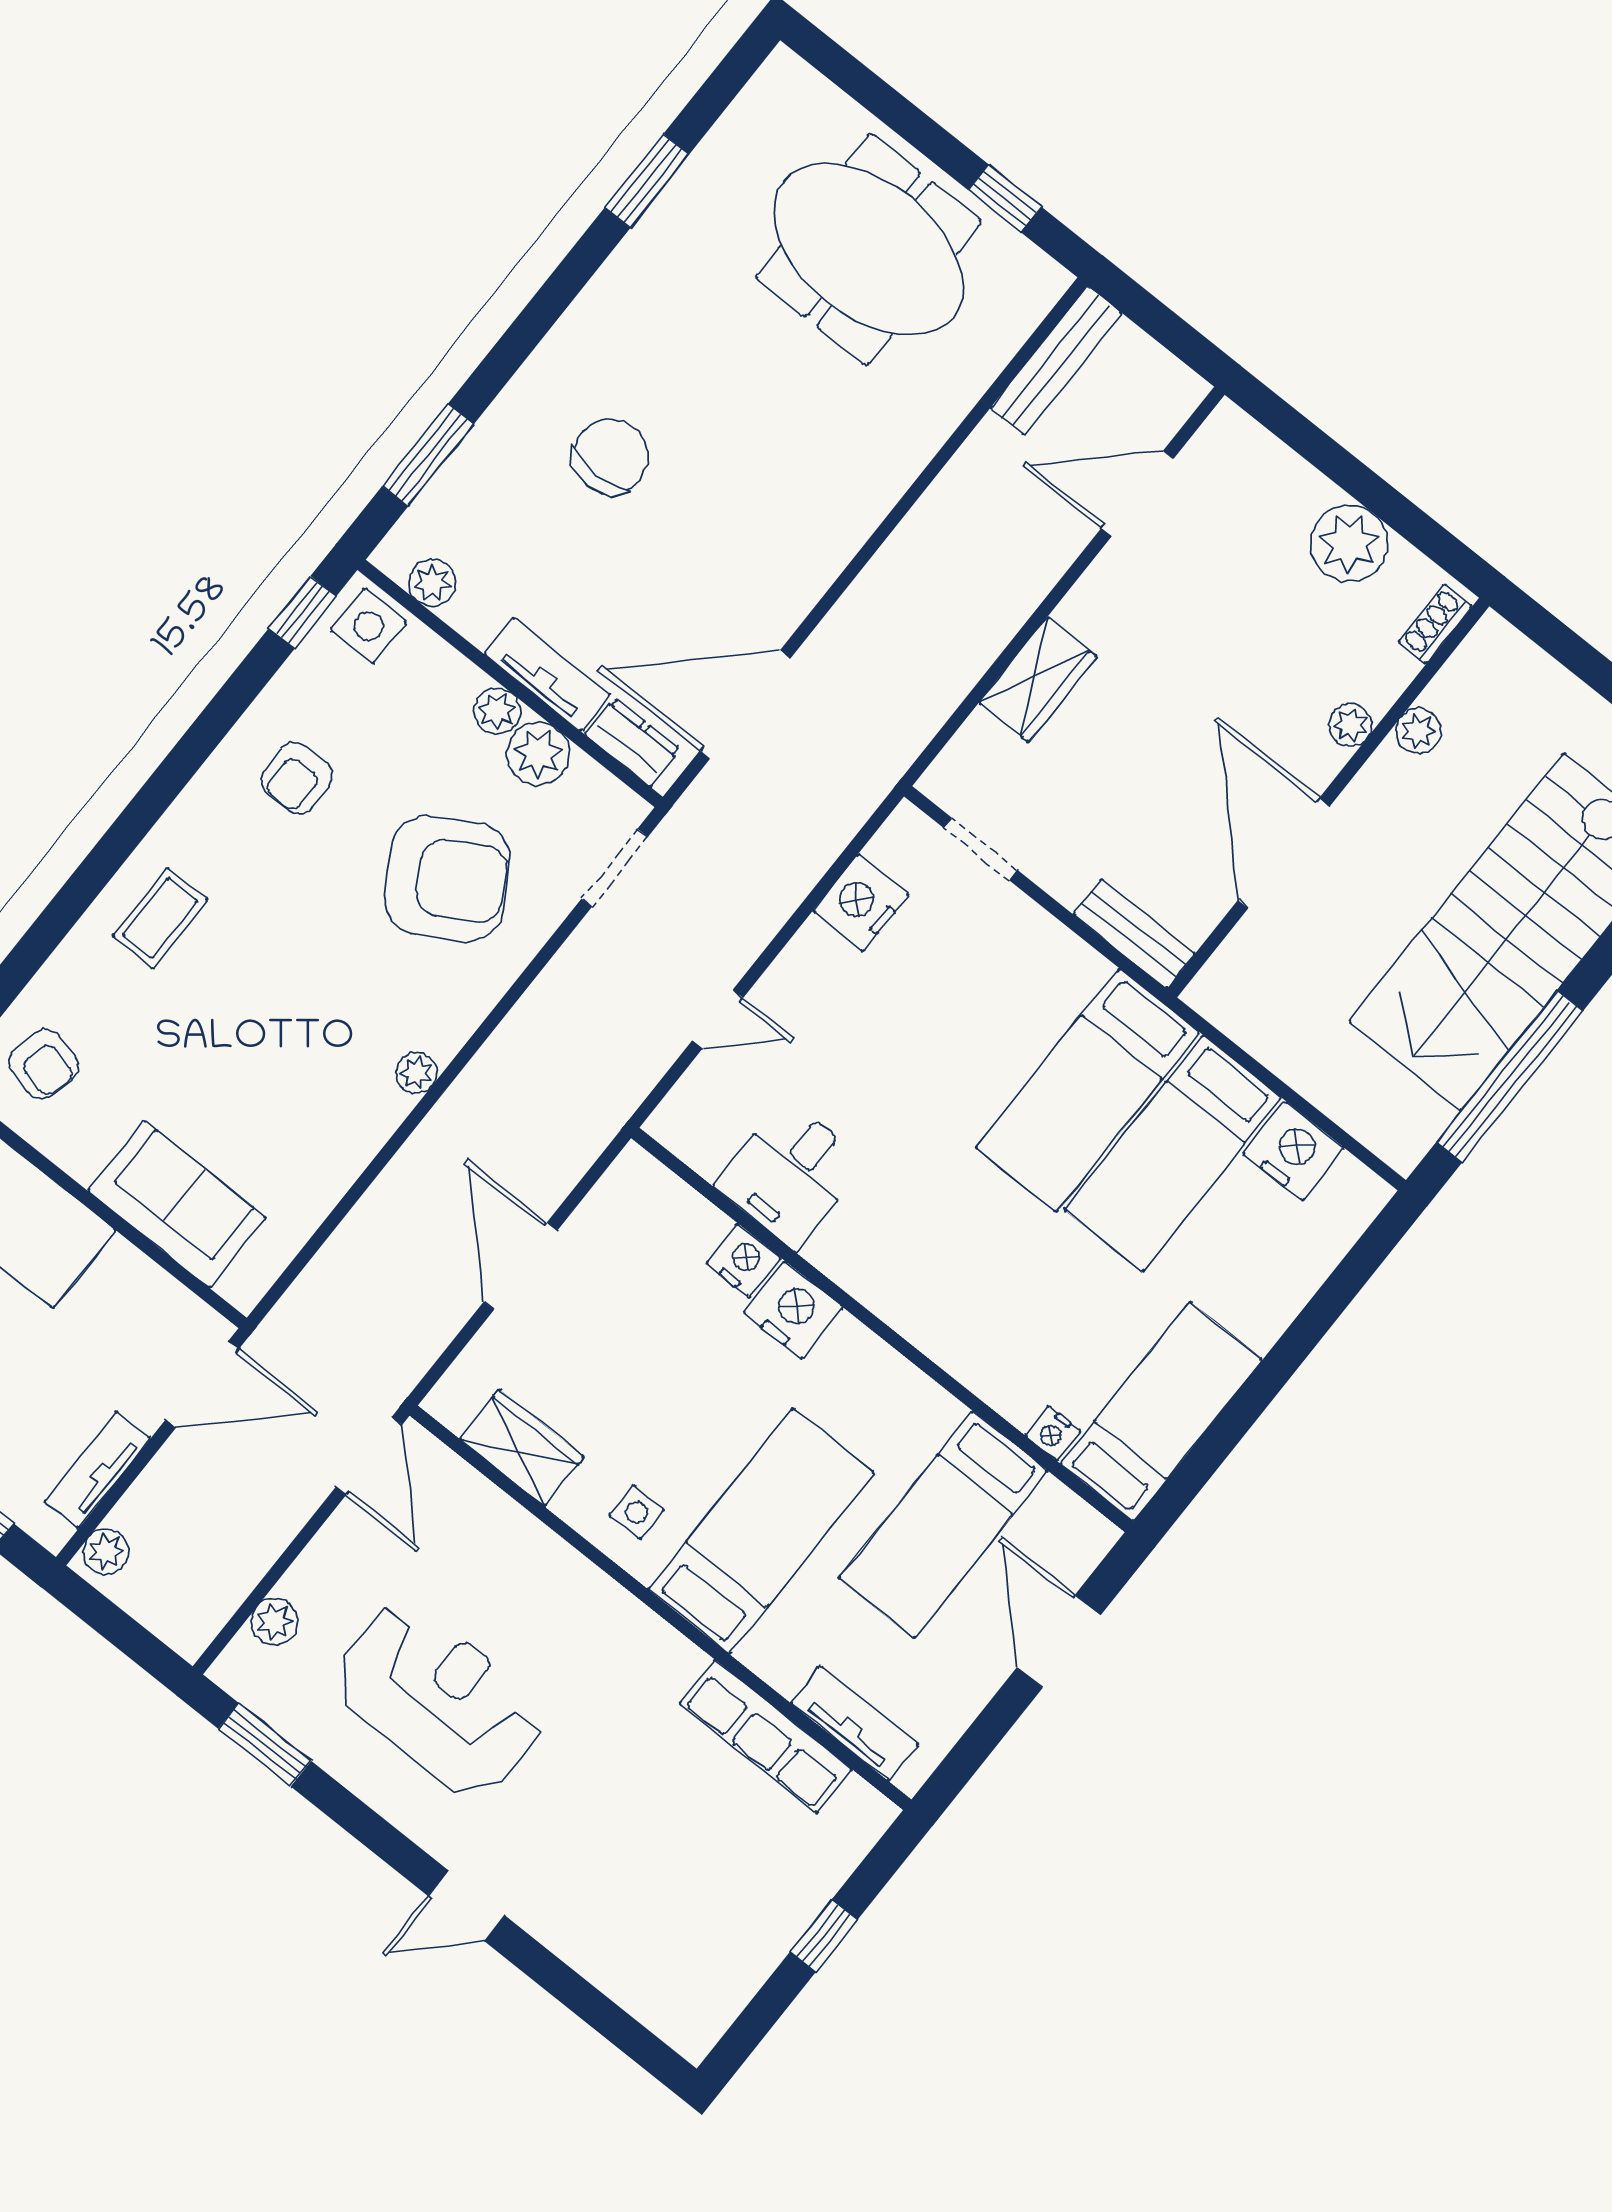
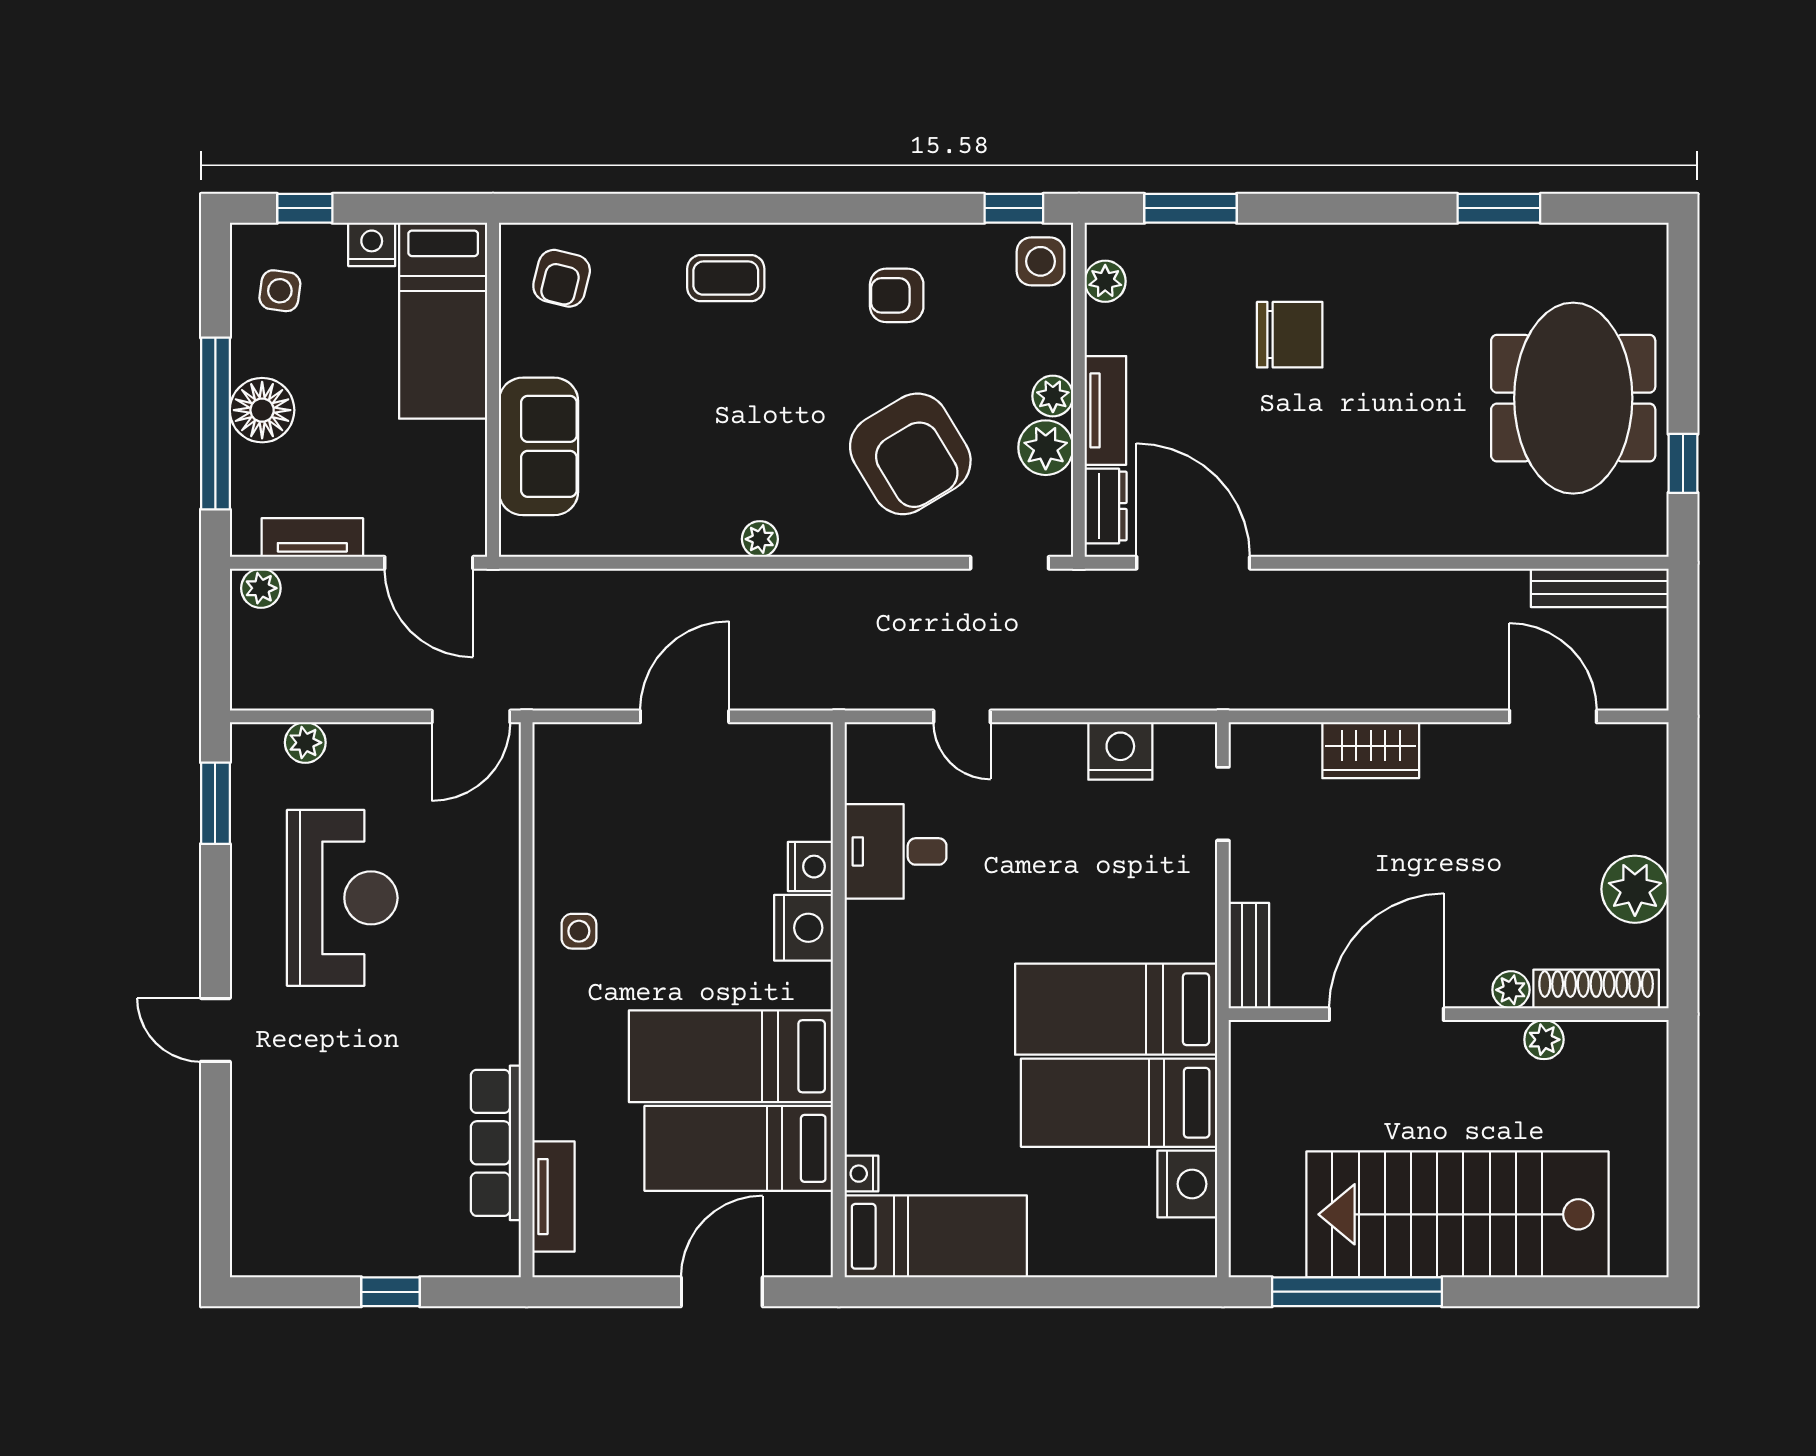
shoe rack: (1435, 624) -> (1596, 989), width x1.94, depth x1.24
wardrobe: (522, 1448) -> (560, 817), removed
bed: (761, 1531) -> (731, 1056), moved, turned 180

